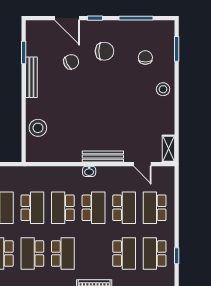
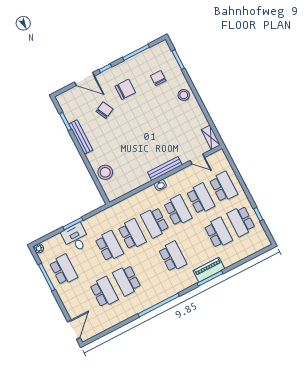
school desk: (155, 208) -> (223, 187), turned 180
school desk: (32, 254) -> (150, 268), removed

